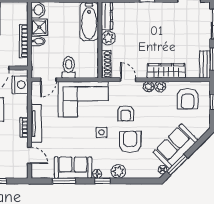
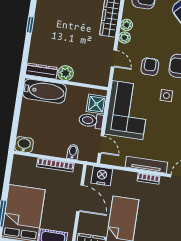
shower: (39, 27) -> (96, 104), moved
bidet: (38, 41) -> (73, 152), moved
shoe rack: (106, 64) -> (94, 80), removed
door: (128, 80) -> (114, 59), swing flipped
armchair: (126, 113) -> (150, 67), turned -90

